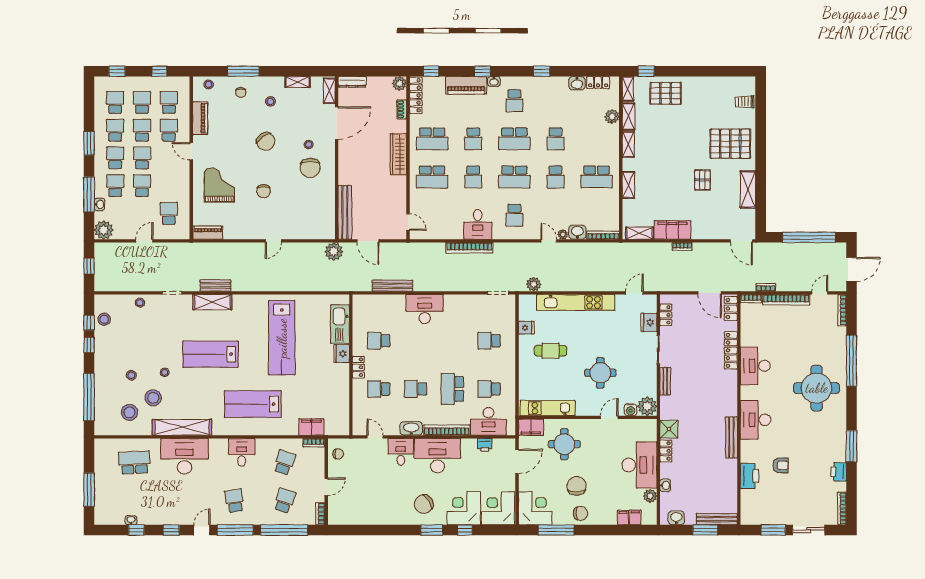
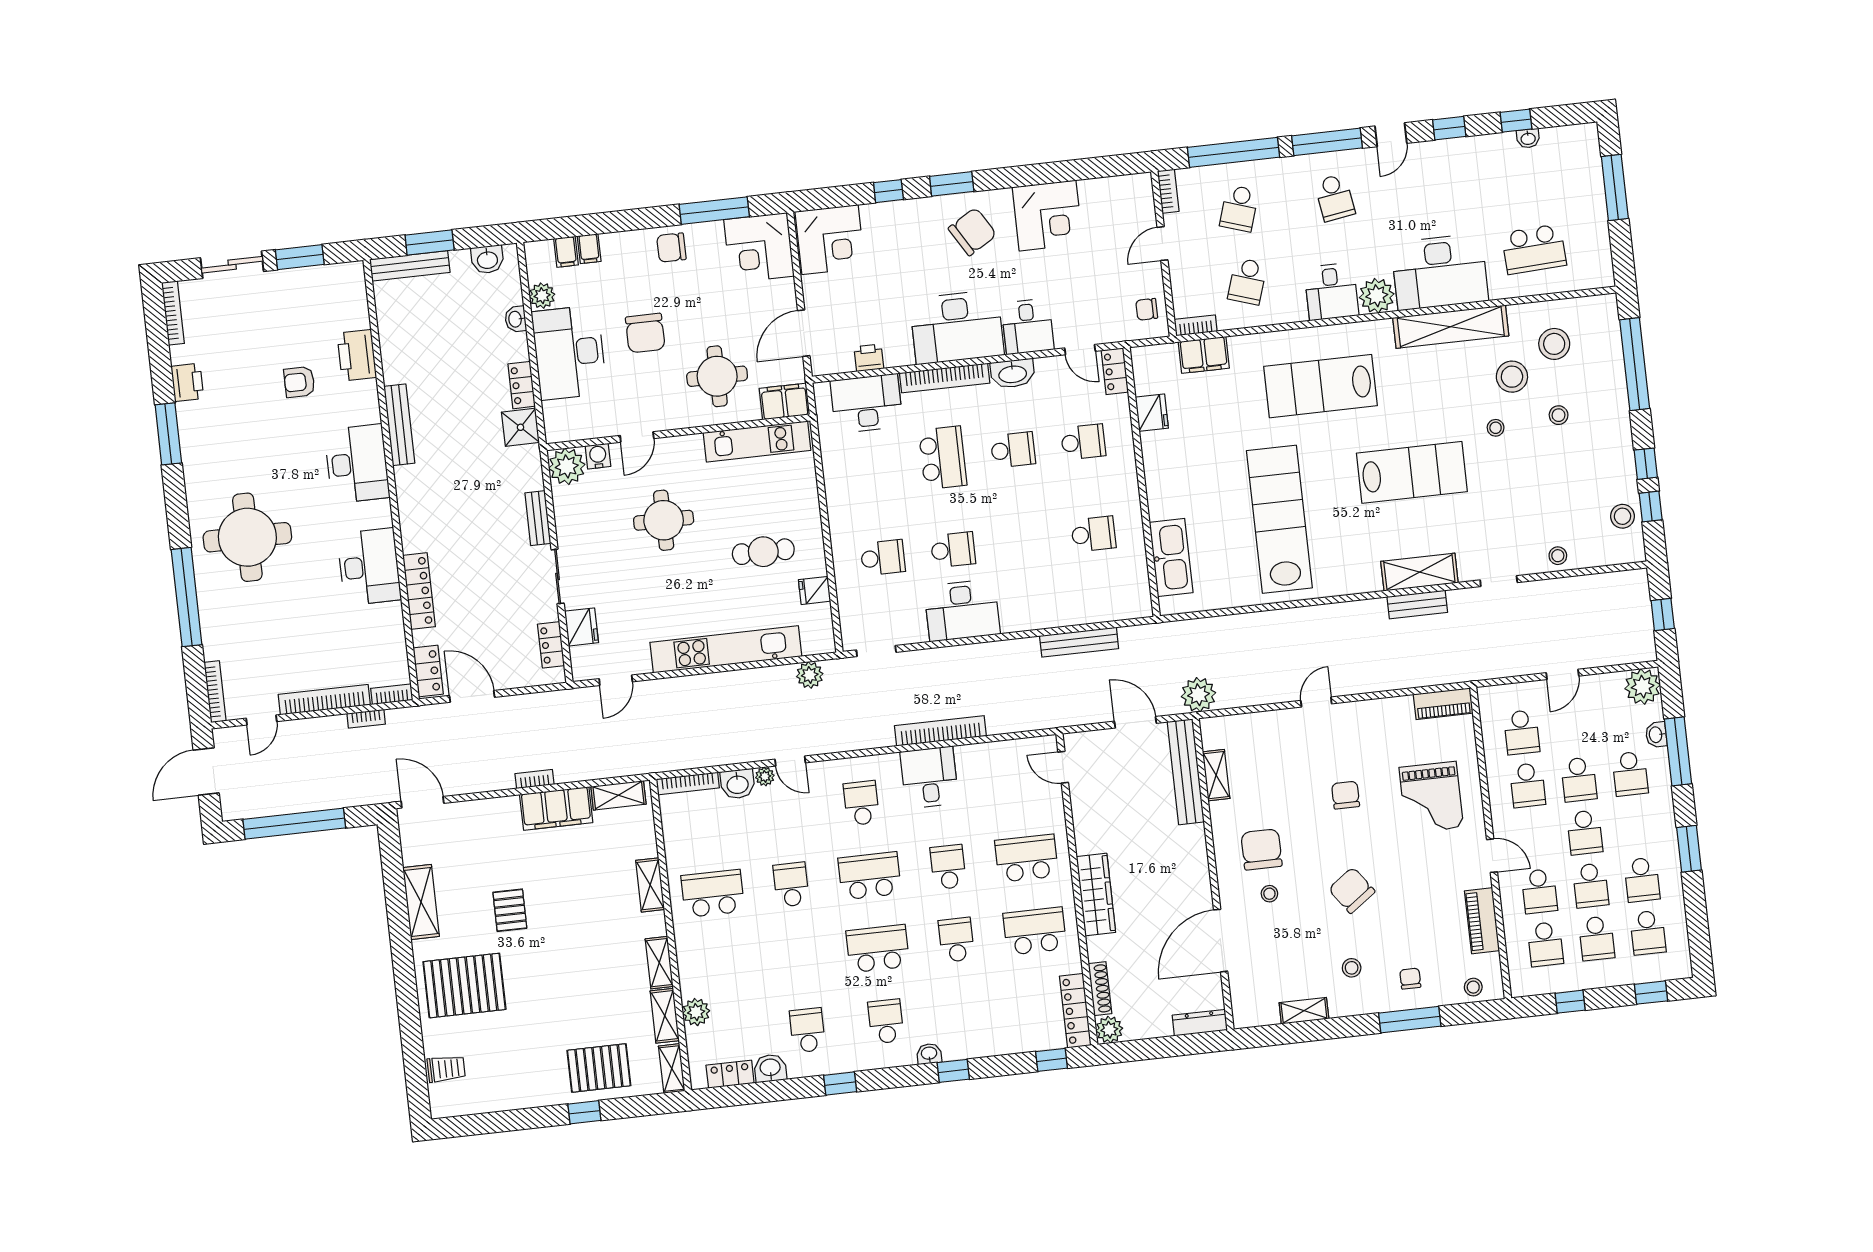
window: (646, 71) -> (584, 1112), moved
piano: (466, 85) -> (981, 1040), removed
shelving: (329, 91) -> (1216, 775), moved
shoe rack: (402, 109) -> (1100, 989), width x1.43
school desk: (555, 139) -> (807, 1030), moved
school desk: (115, 158) -> (1528, 785), moved
desk: (425, 309) -> (962, 610), moved
fridge: (342, 354) -> (1152, 413), moved
locker: (358, 367) -> (1115, 371), moved
school desk: (489, 389) -> (953, 550), moved
lab bench: (253, 404) -> (1320, 386), turned 180
plant: (218, 448) -> (1377, 296), added
chair: (577, 486) -> (645, 333), moved
corner desk: (464, 508) -> (1048, 216), moved

